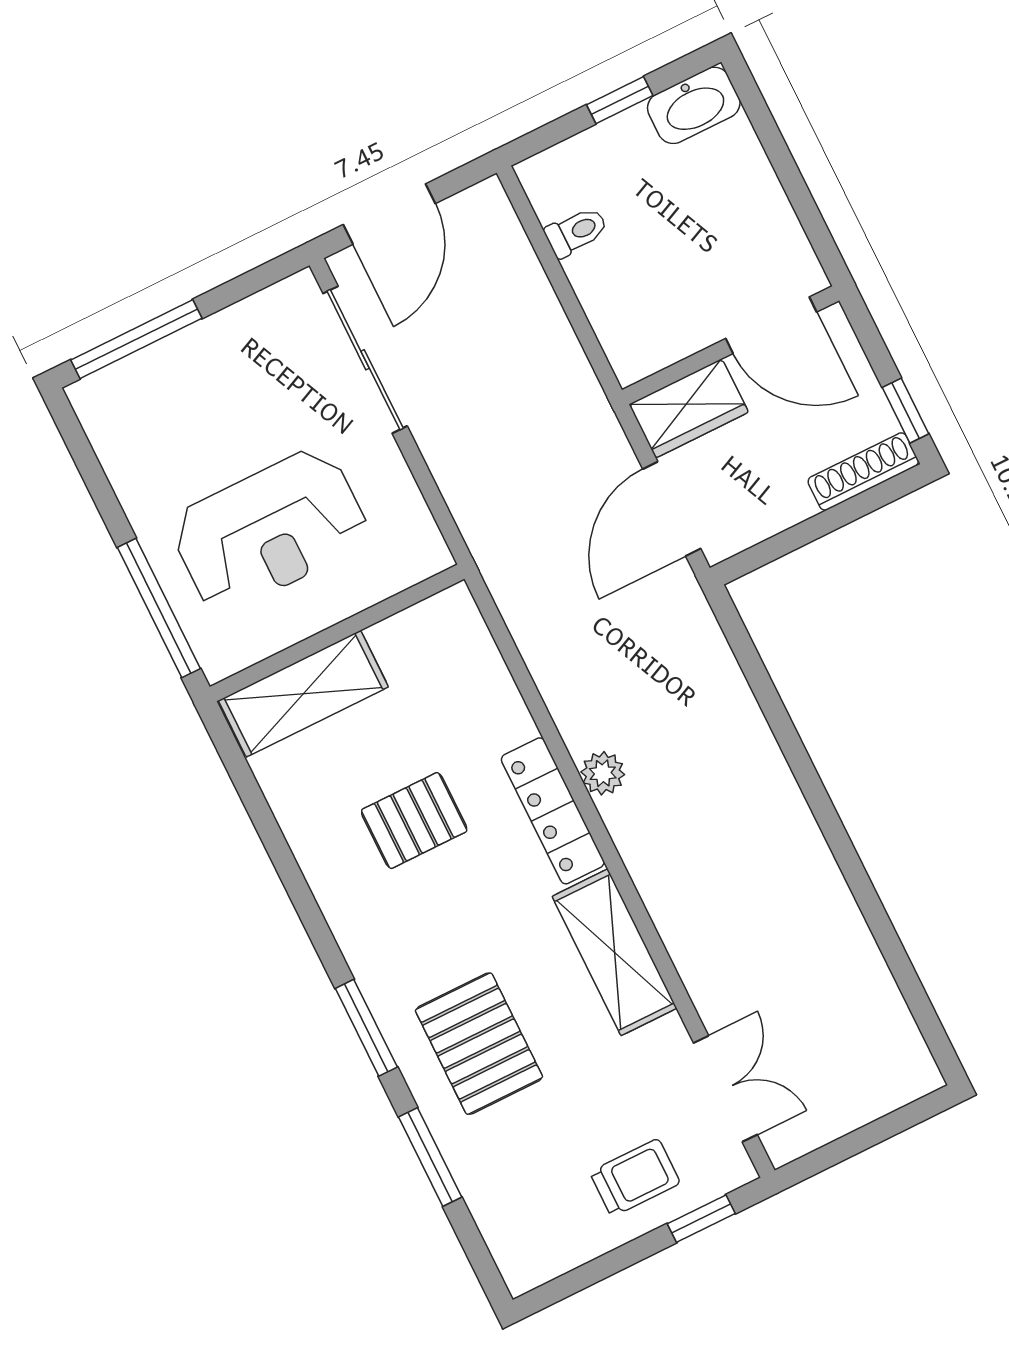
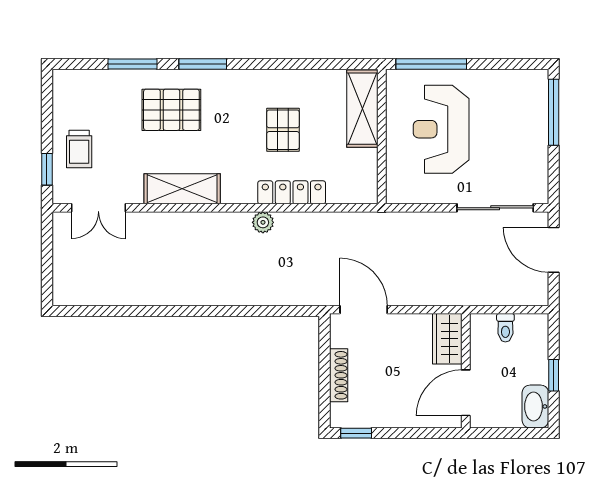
door: (771, 325) -> (466, 393), moved
wall: (731, 345) -> (466, 371), moved
wardrobe: (689, 408) -> (447, 339), moved
shoe rack: (863, 472) -> (339, 375), moved
locker: (553, 811) -> (292, 192), moved

